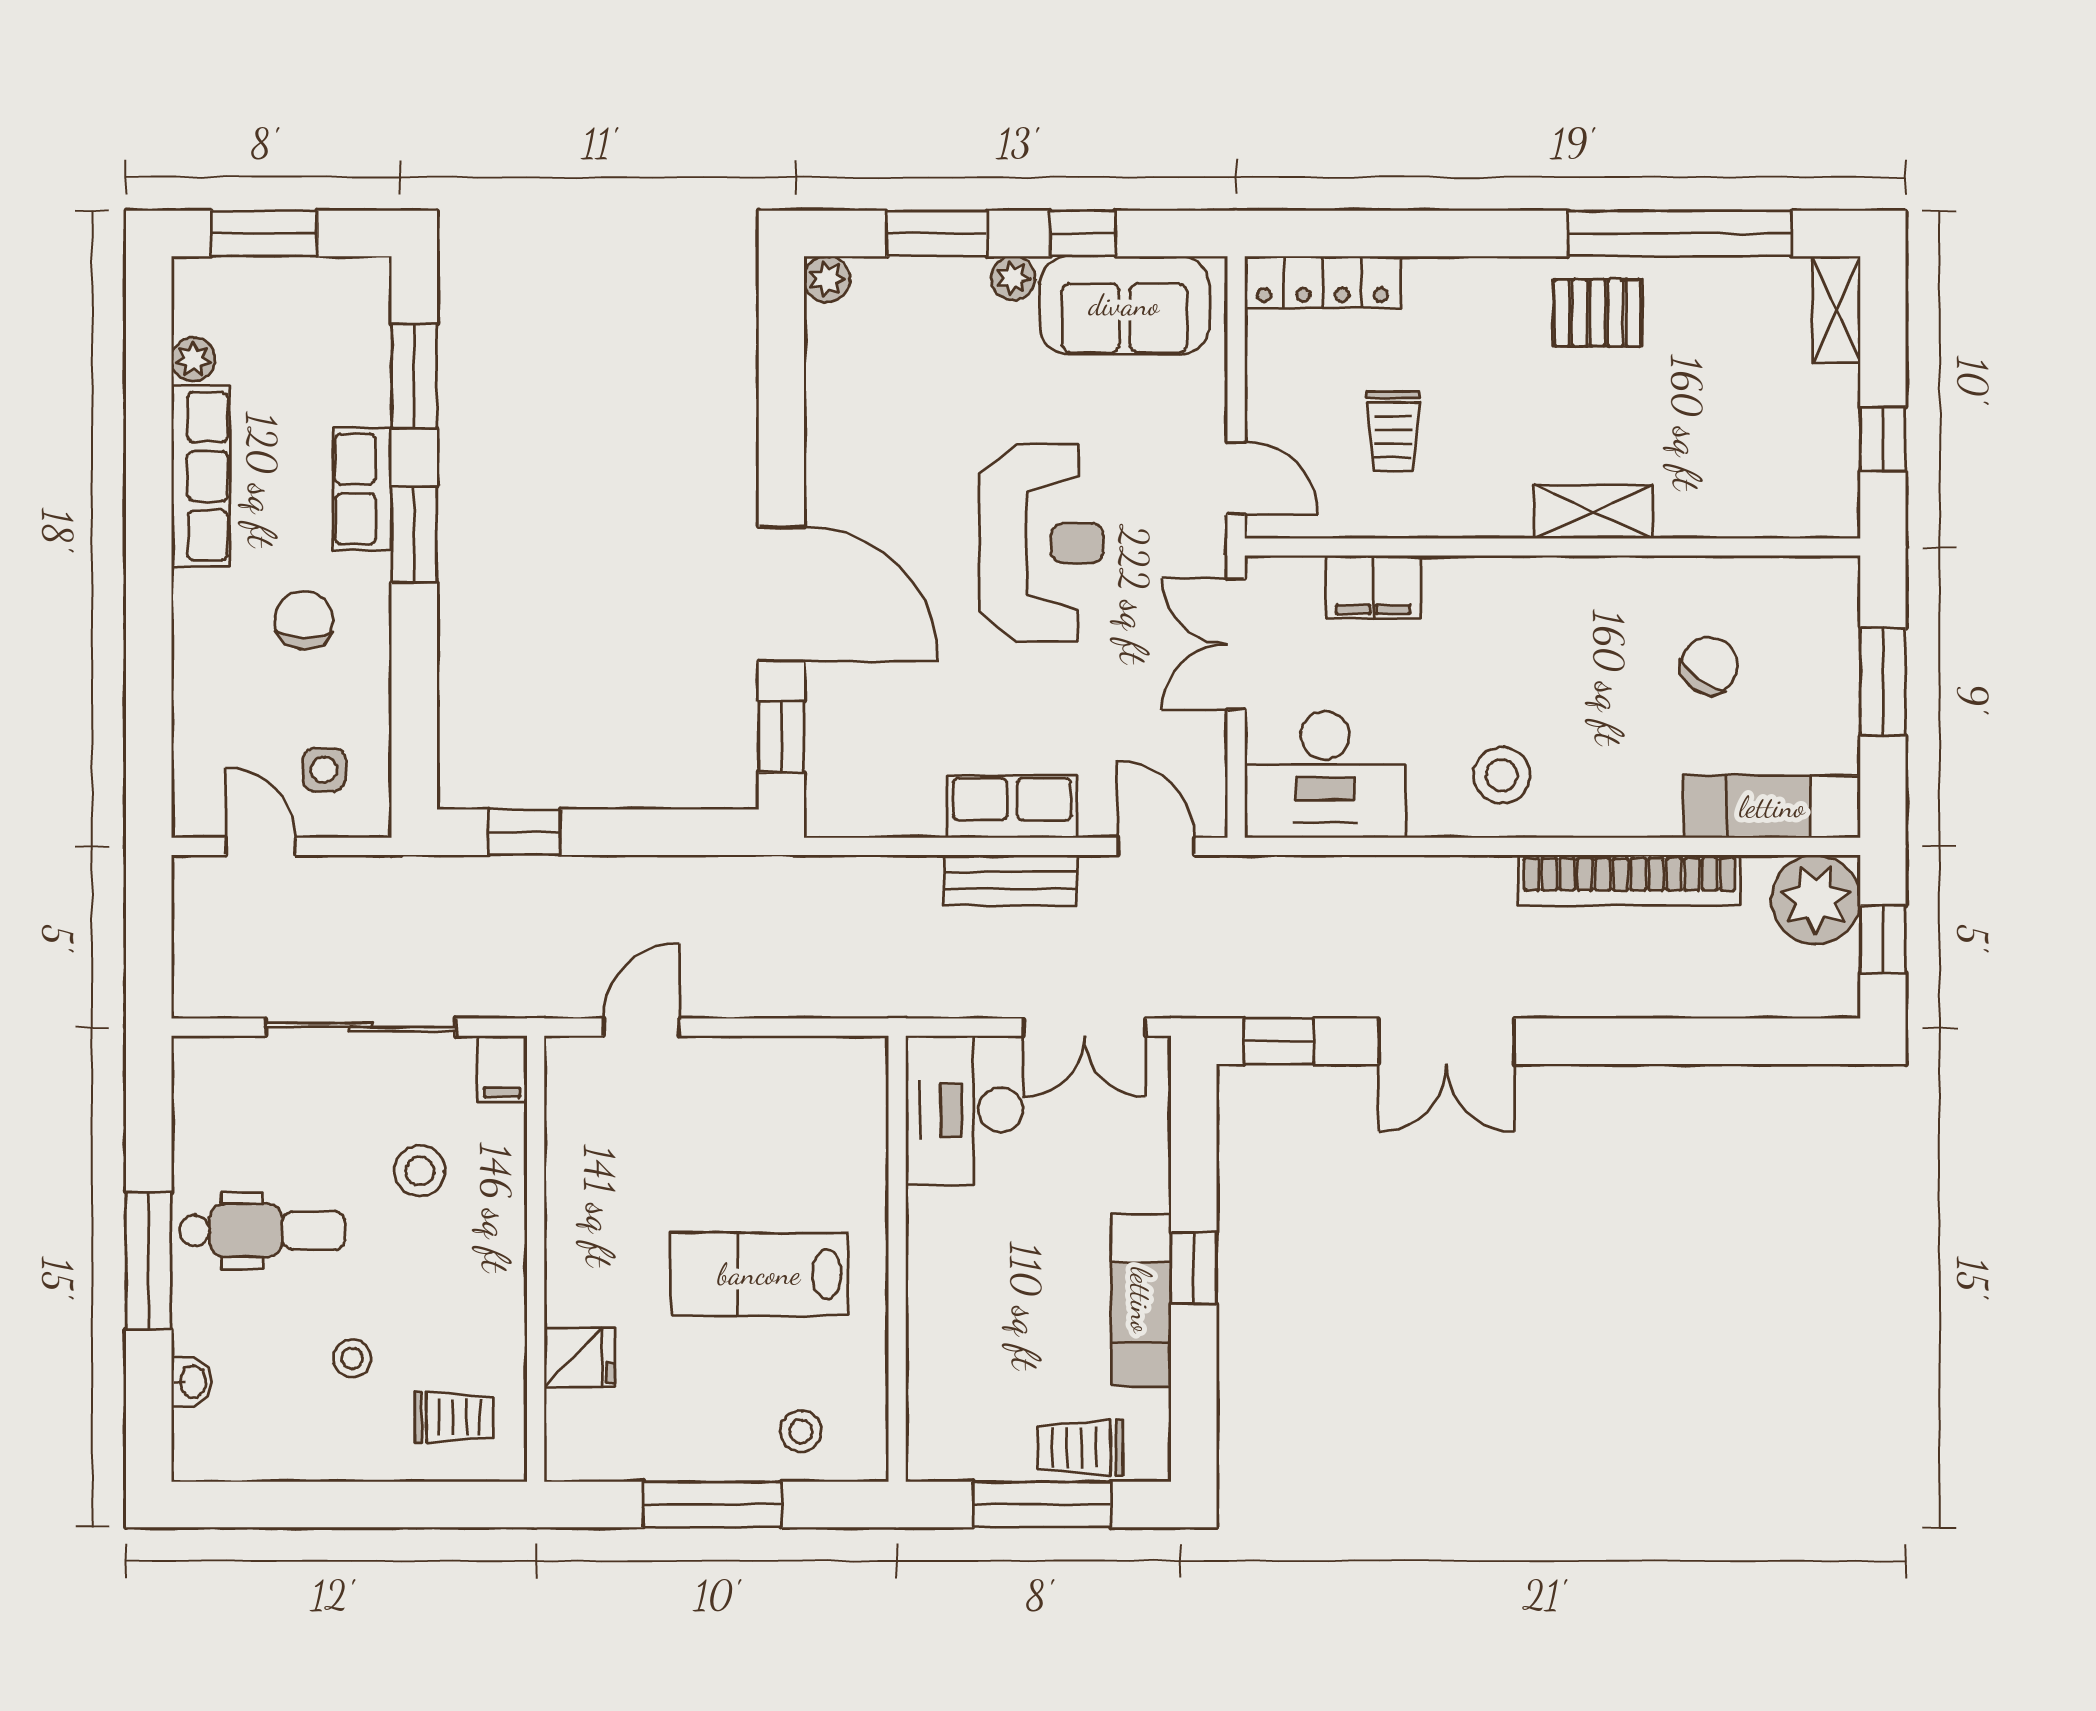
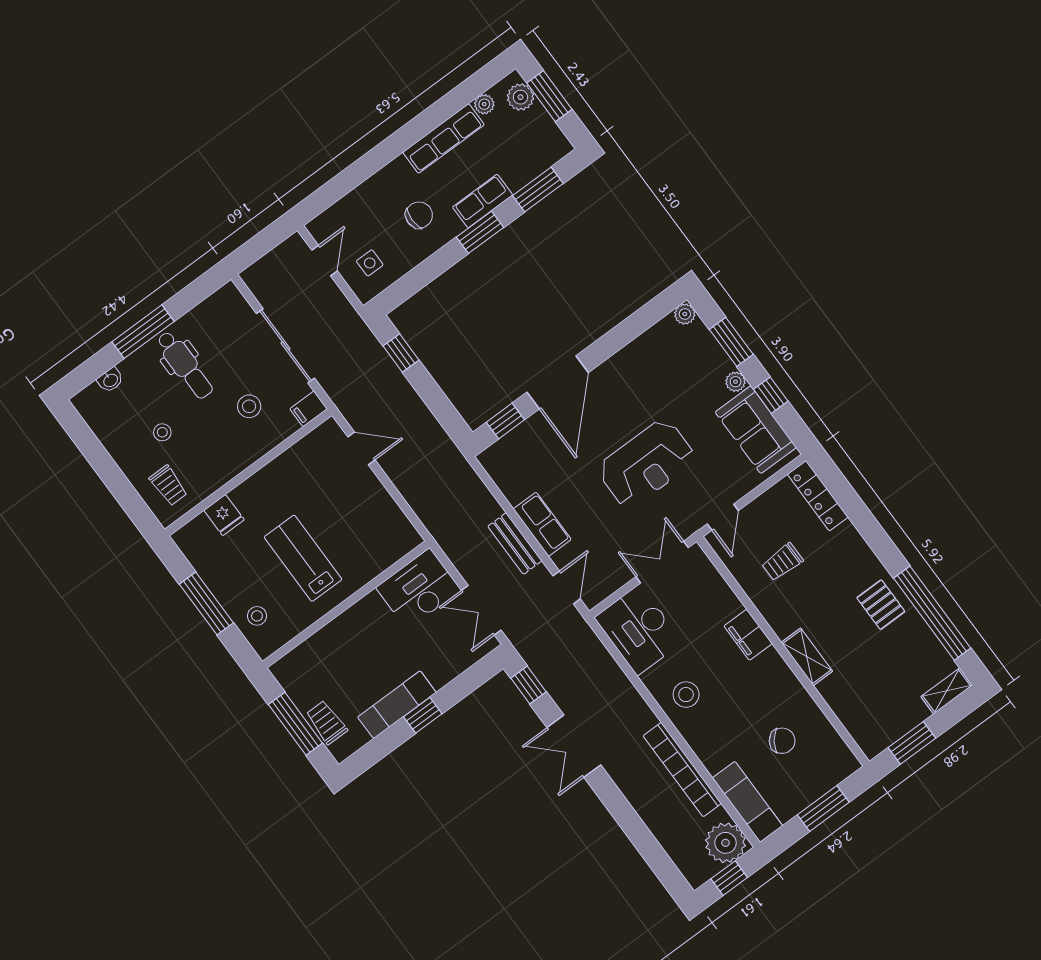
plant: (228, 286) -> (520, 97), added
window: (1883, 439) -> (912, 743), width x1.50
filing cabinet: (1373, 587) -> (748, 635), moved

